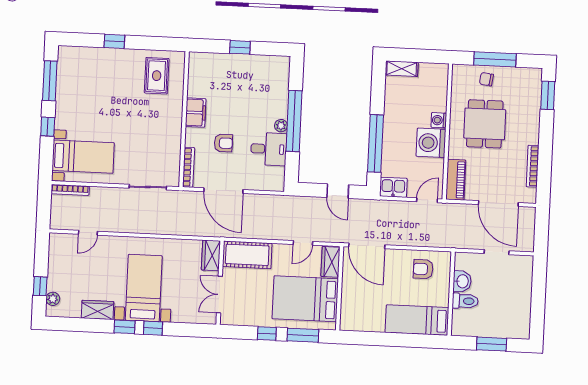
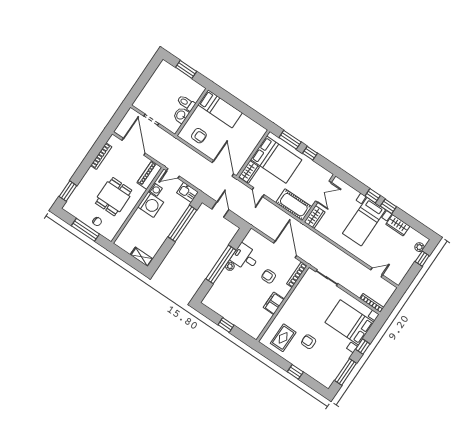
armchair: (121, 91) -> (309, 342), added
washing machine: (439, 120) -> (156, 189), moved
bed with nightstands: (83, 157) -> (349, 322), width x1.36
door: (303, 243) -> (258, 192), swing flipped

